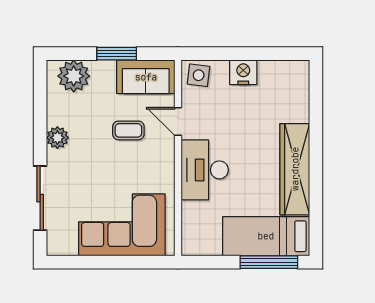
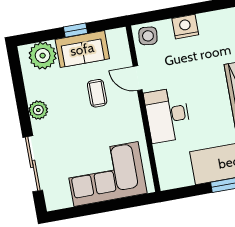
window: (117, 54) -> (75, 30), width x0.67
sofa: (146, 77) -> (82, 49), moved
coffee table: (128, 130) -> (97, 93), turned 90

